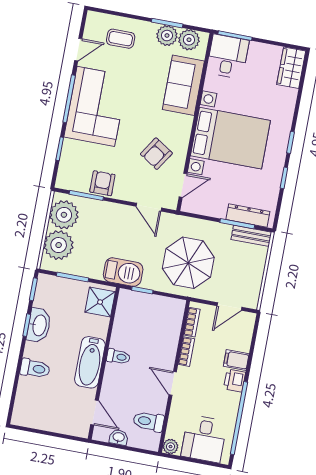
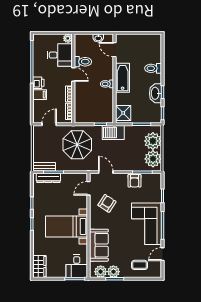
bed with nightstands: (230, 138) -> (66, 226), width x0.73
toilet: (149, 421) -> (83, 62), moved
desk: (204, 439) -> (60, 55), moved, turned 90

